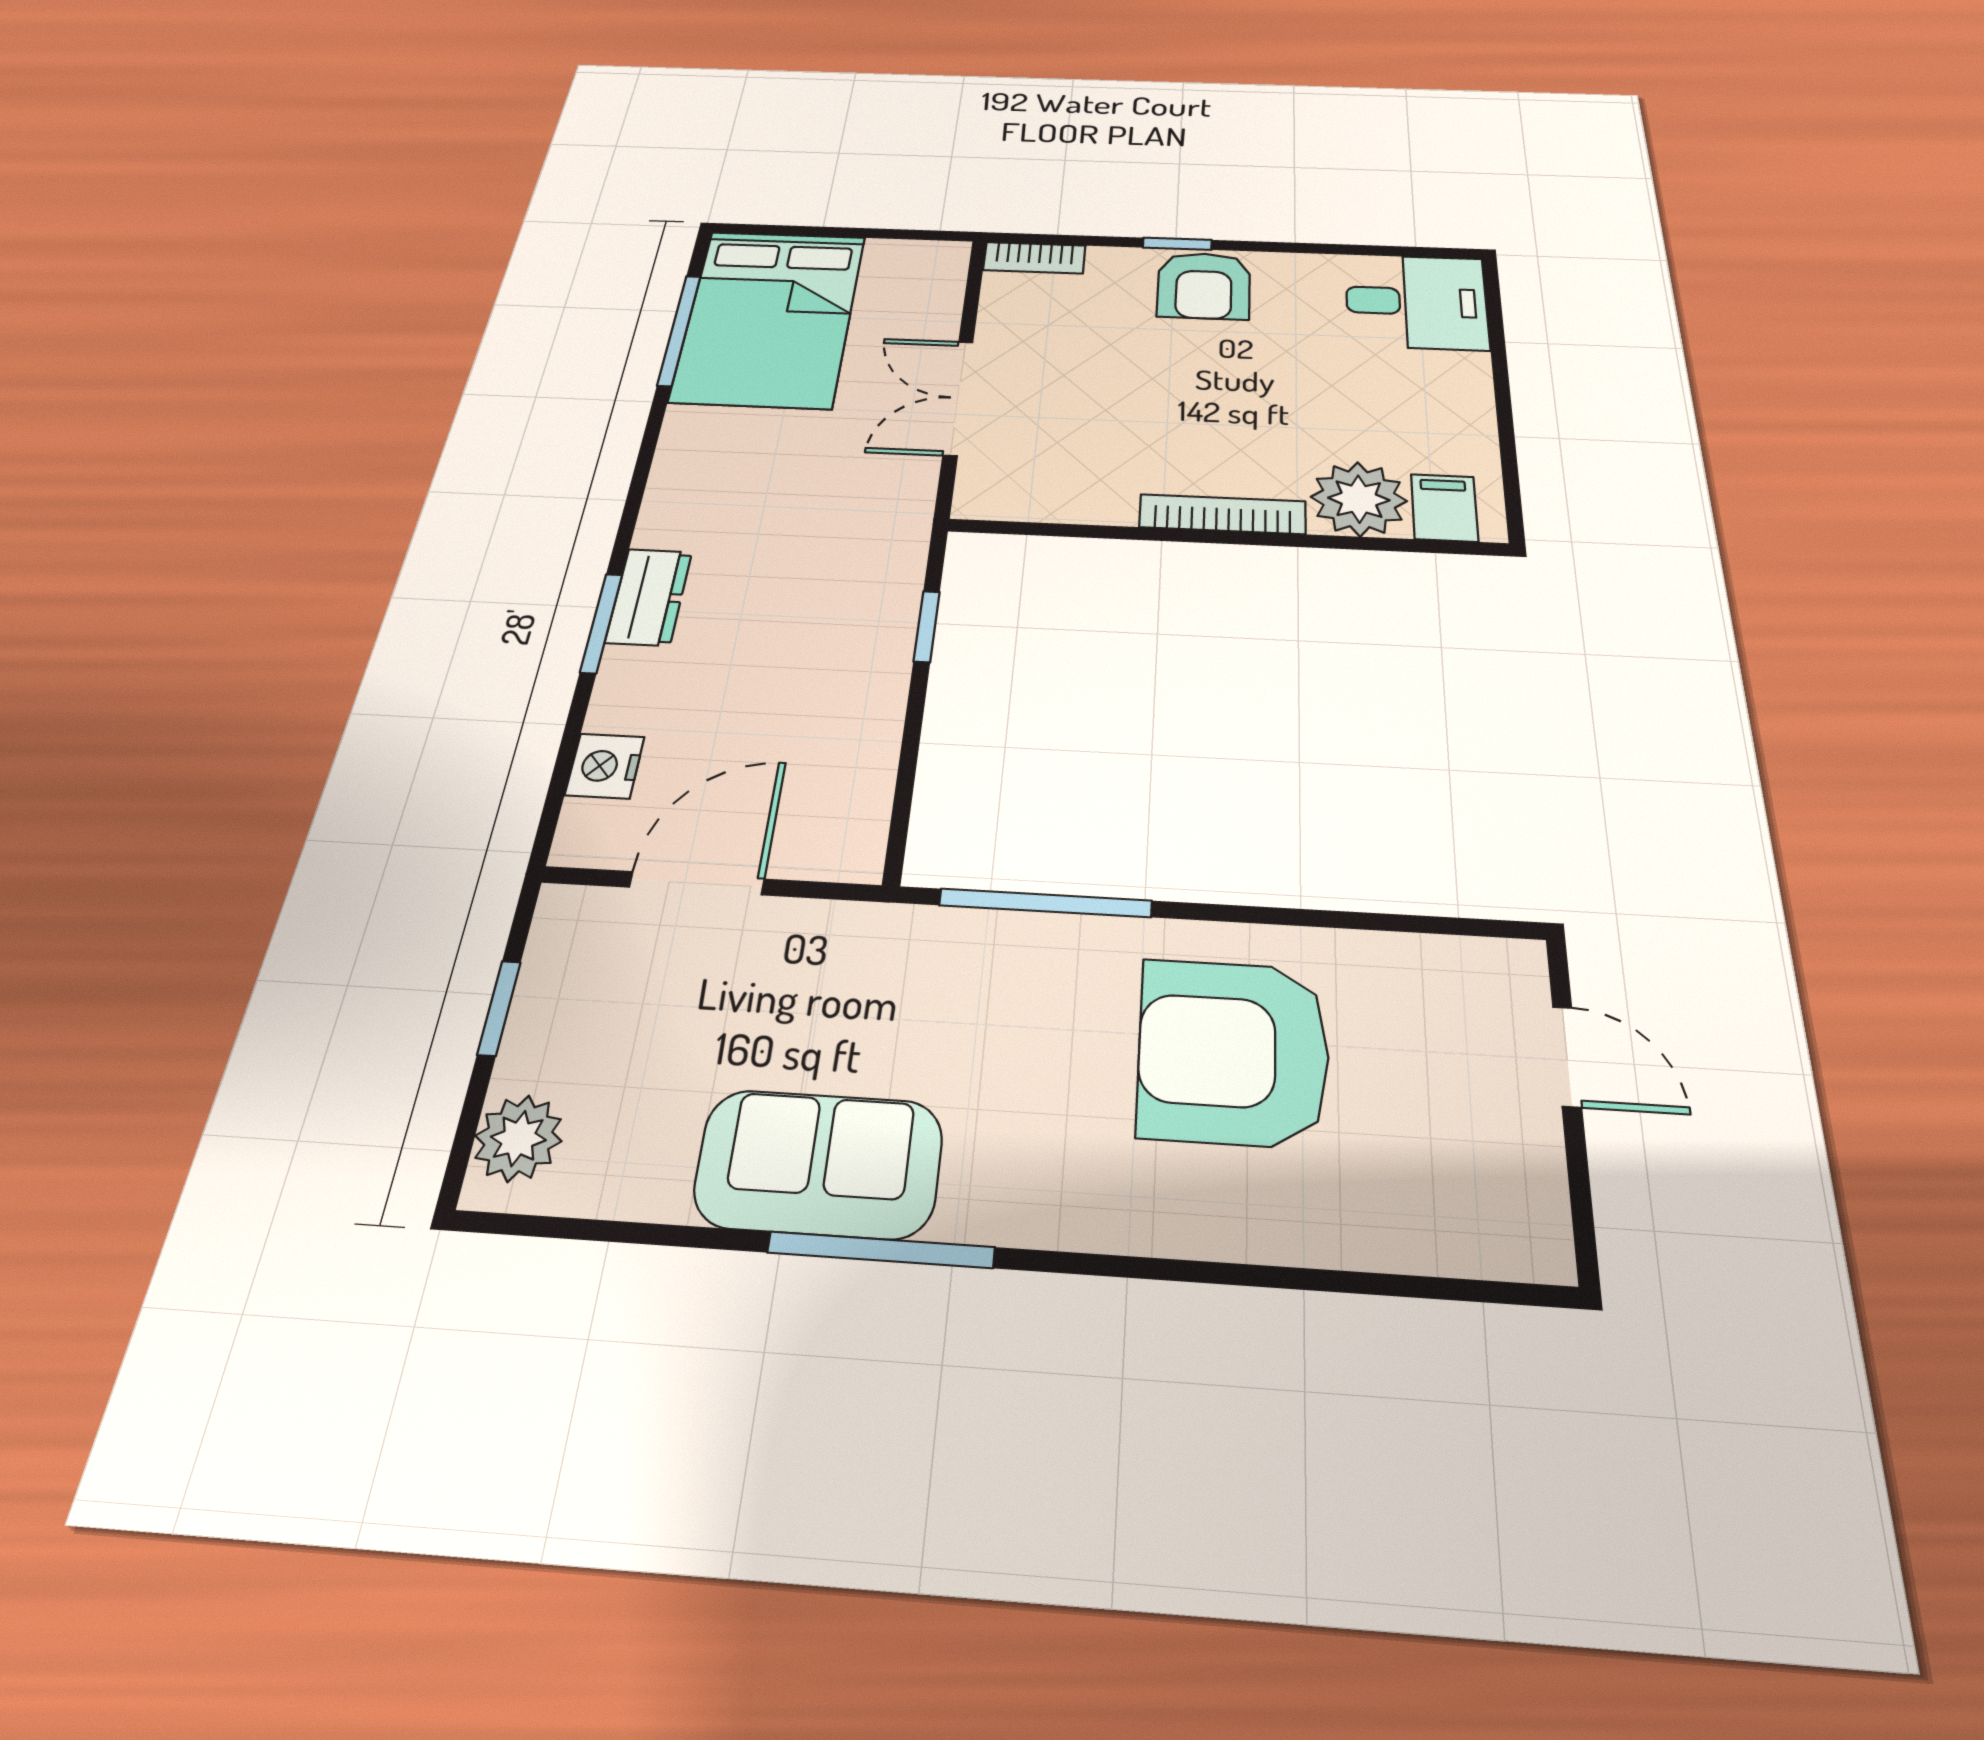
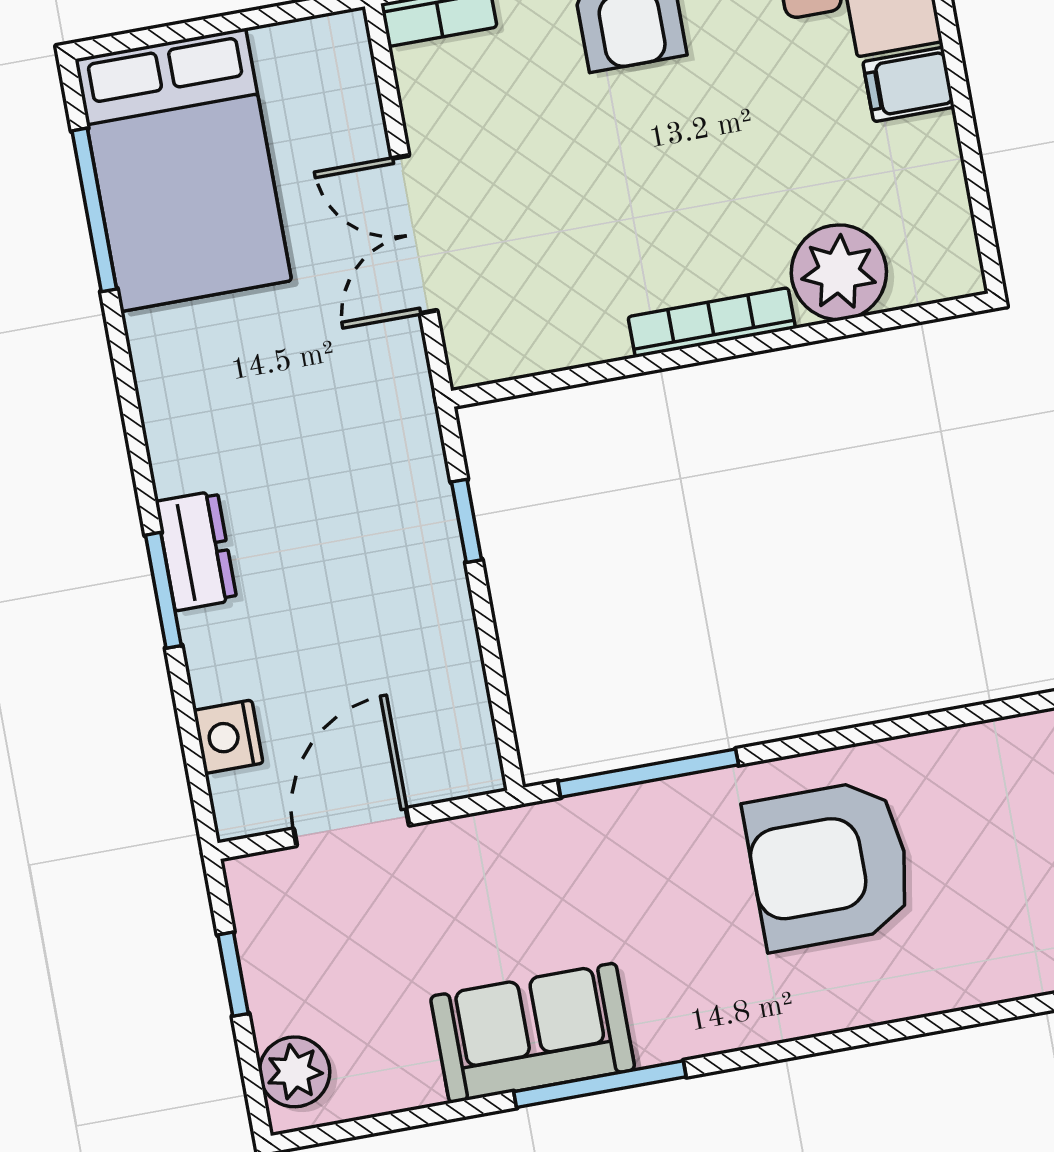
filing cabinet: (1444, 508) -> (909, 84), moved, turned -90

